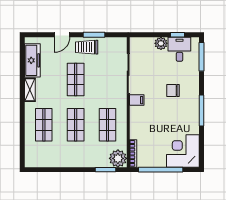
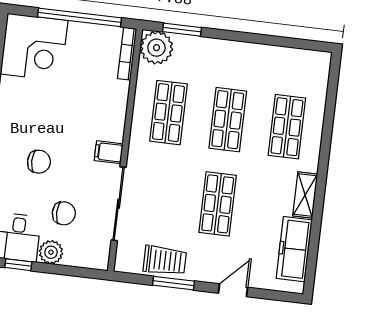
trolley: (87, 47) -> (165, 260), moved
chair: (157, 65) -> (64, 213), added

